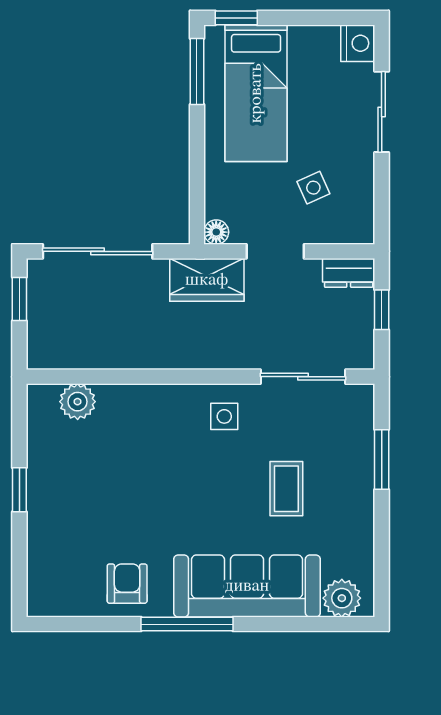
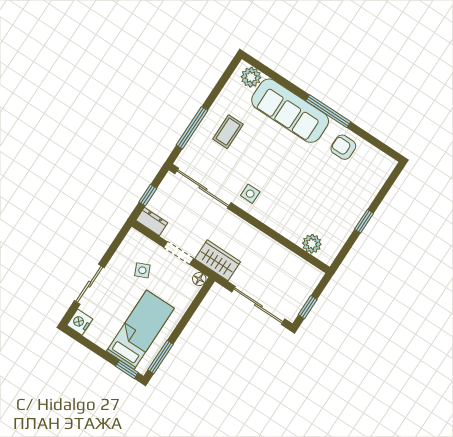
sliding door: (303, 377) -> (203, 188), width x1.37
window: (382, 459) -> (192, 128), width x1.44
coffee table: (286, 489) -> (228, 132), moved
armchair: (127, 584) -> (343, 147), turned 90

